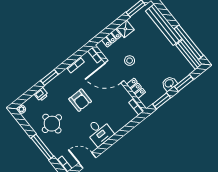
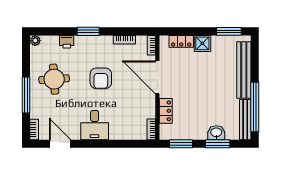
stool: (130, 61) -> (181, 78), removed
washbasin: (169, 84) -> (216, 133), moved

